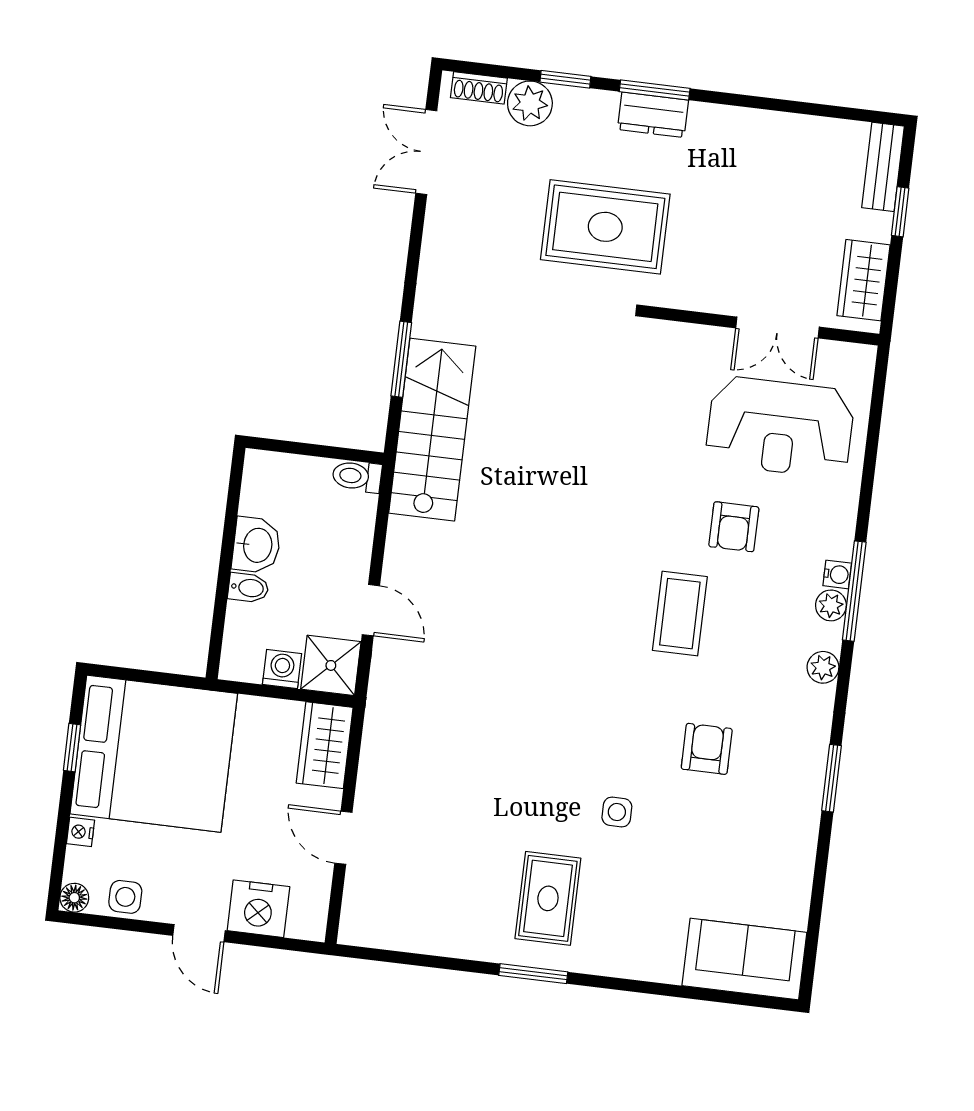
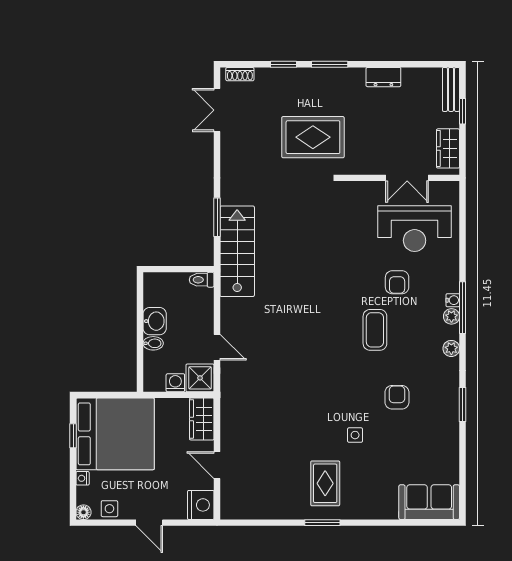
plant: (530, 103) -> (267, 79), removed
dresser: (653, 115) -> (383, 77), moved
nightstand: (258, 909) -> (201, 505), moved, turned -90

